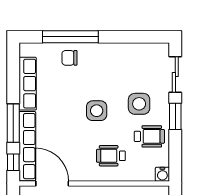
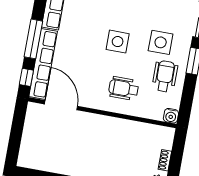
wheelchair: (149, 136) -> (165, 76), turned -90

